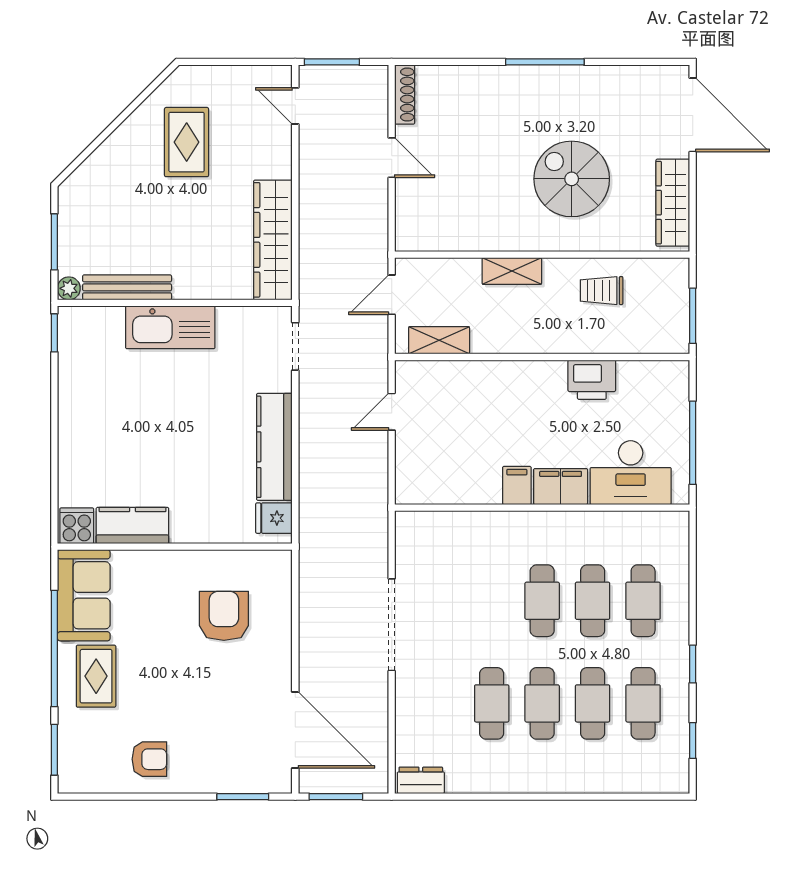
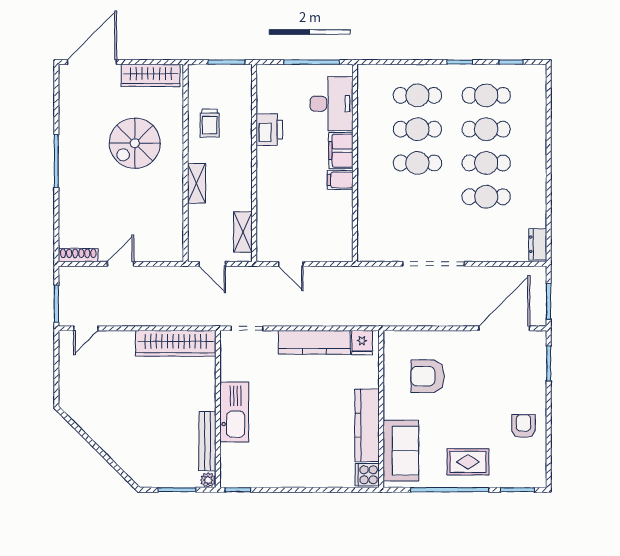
rug: (187, 142) -> (110, 401), removed
kitchen counter: (132, 526) -> (367, 425), width x1.50
sofa: (84, 595) -> (401, 451), moved, turned 90

